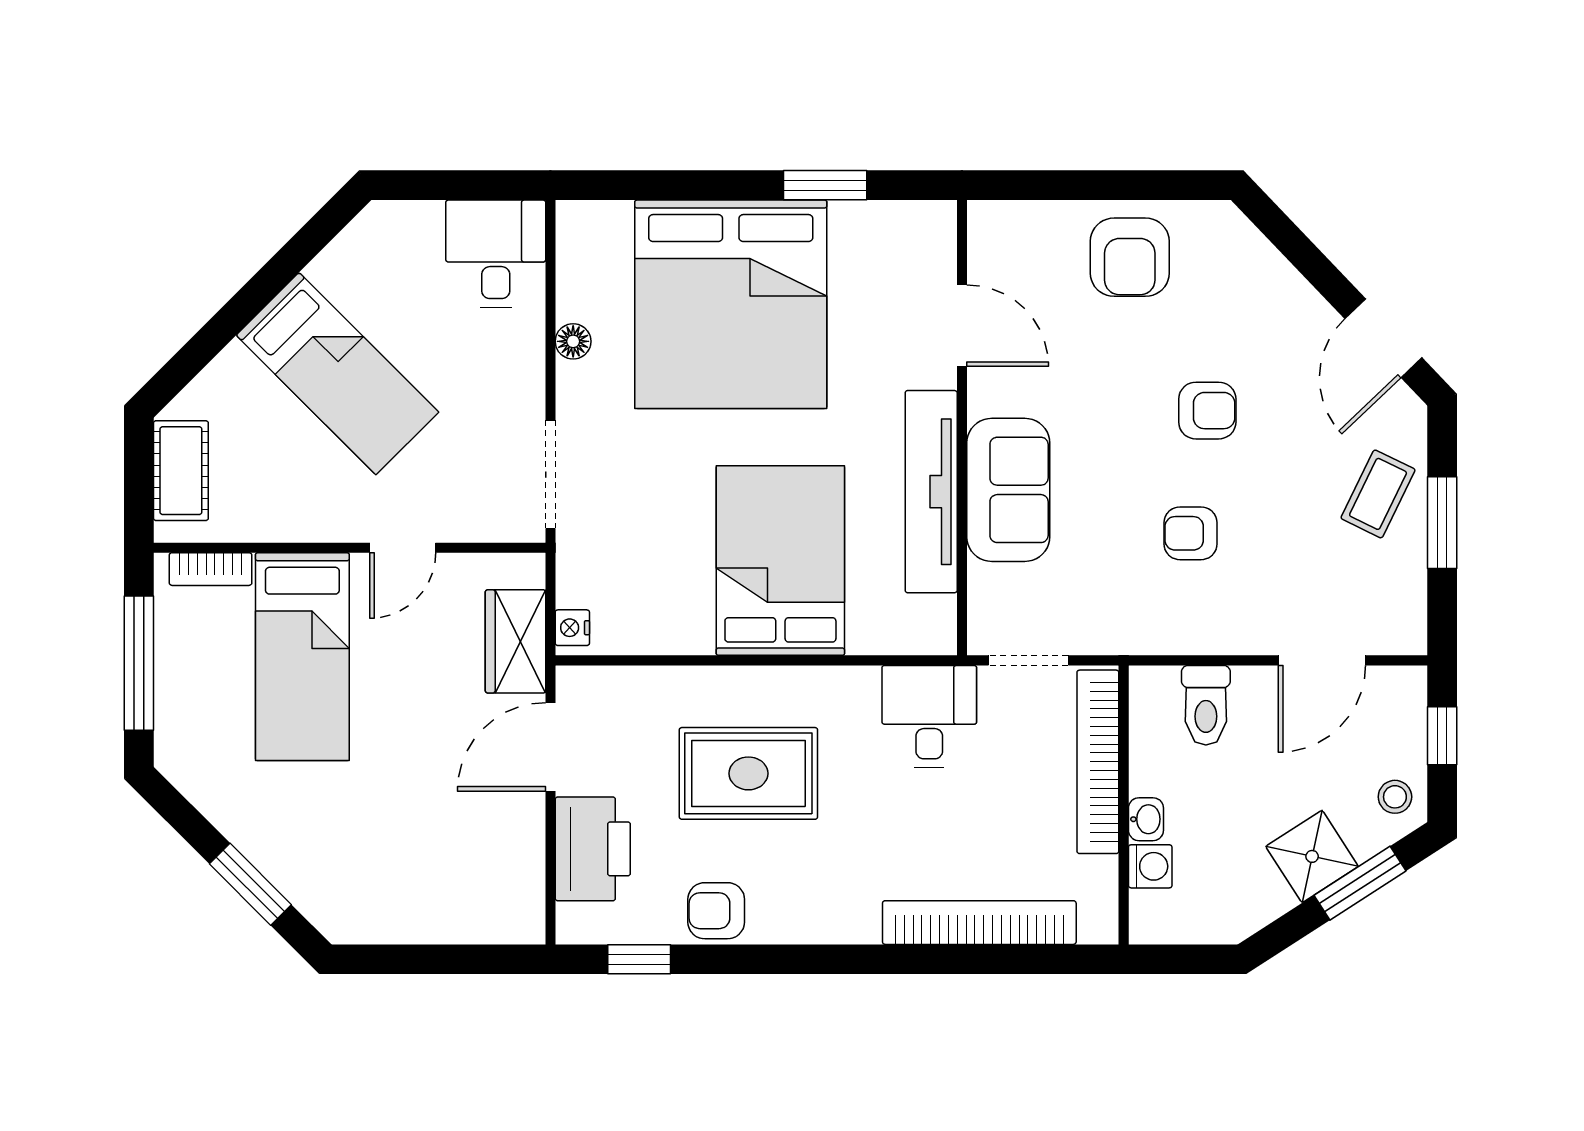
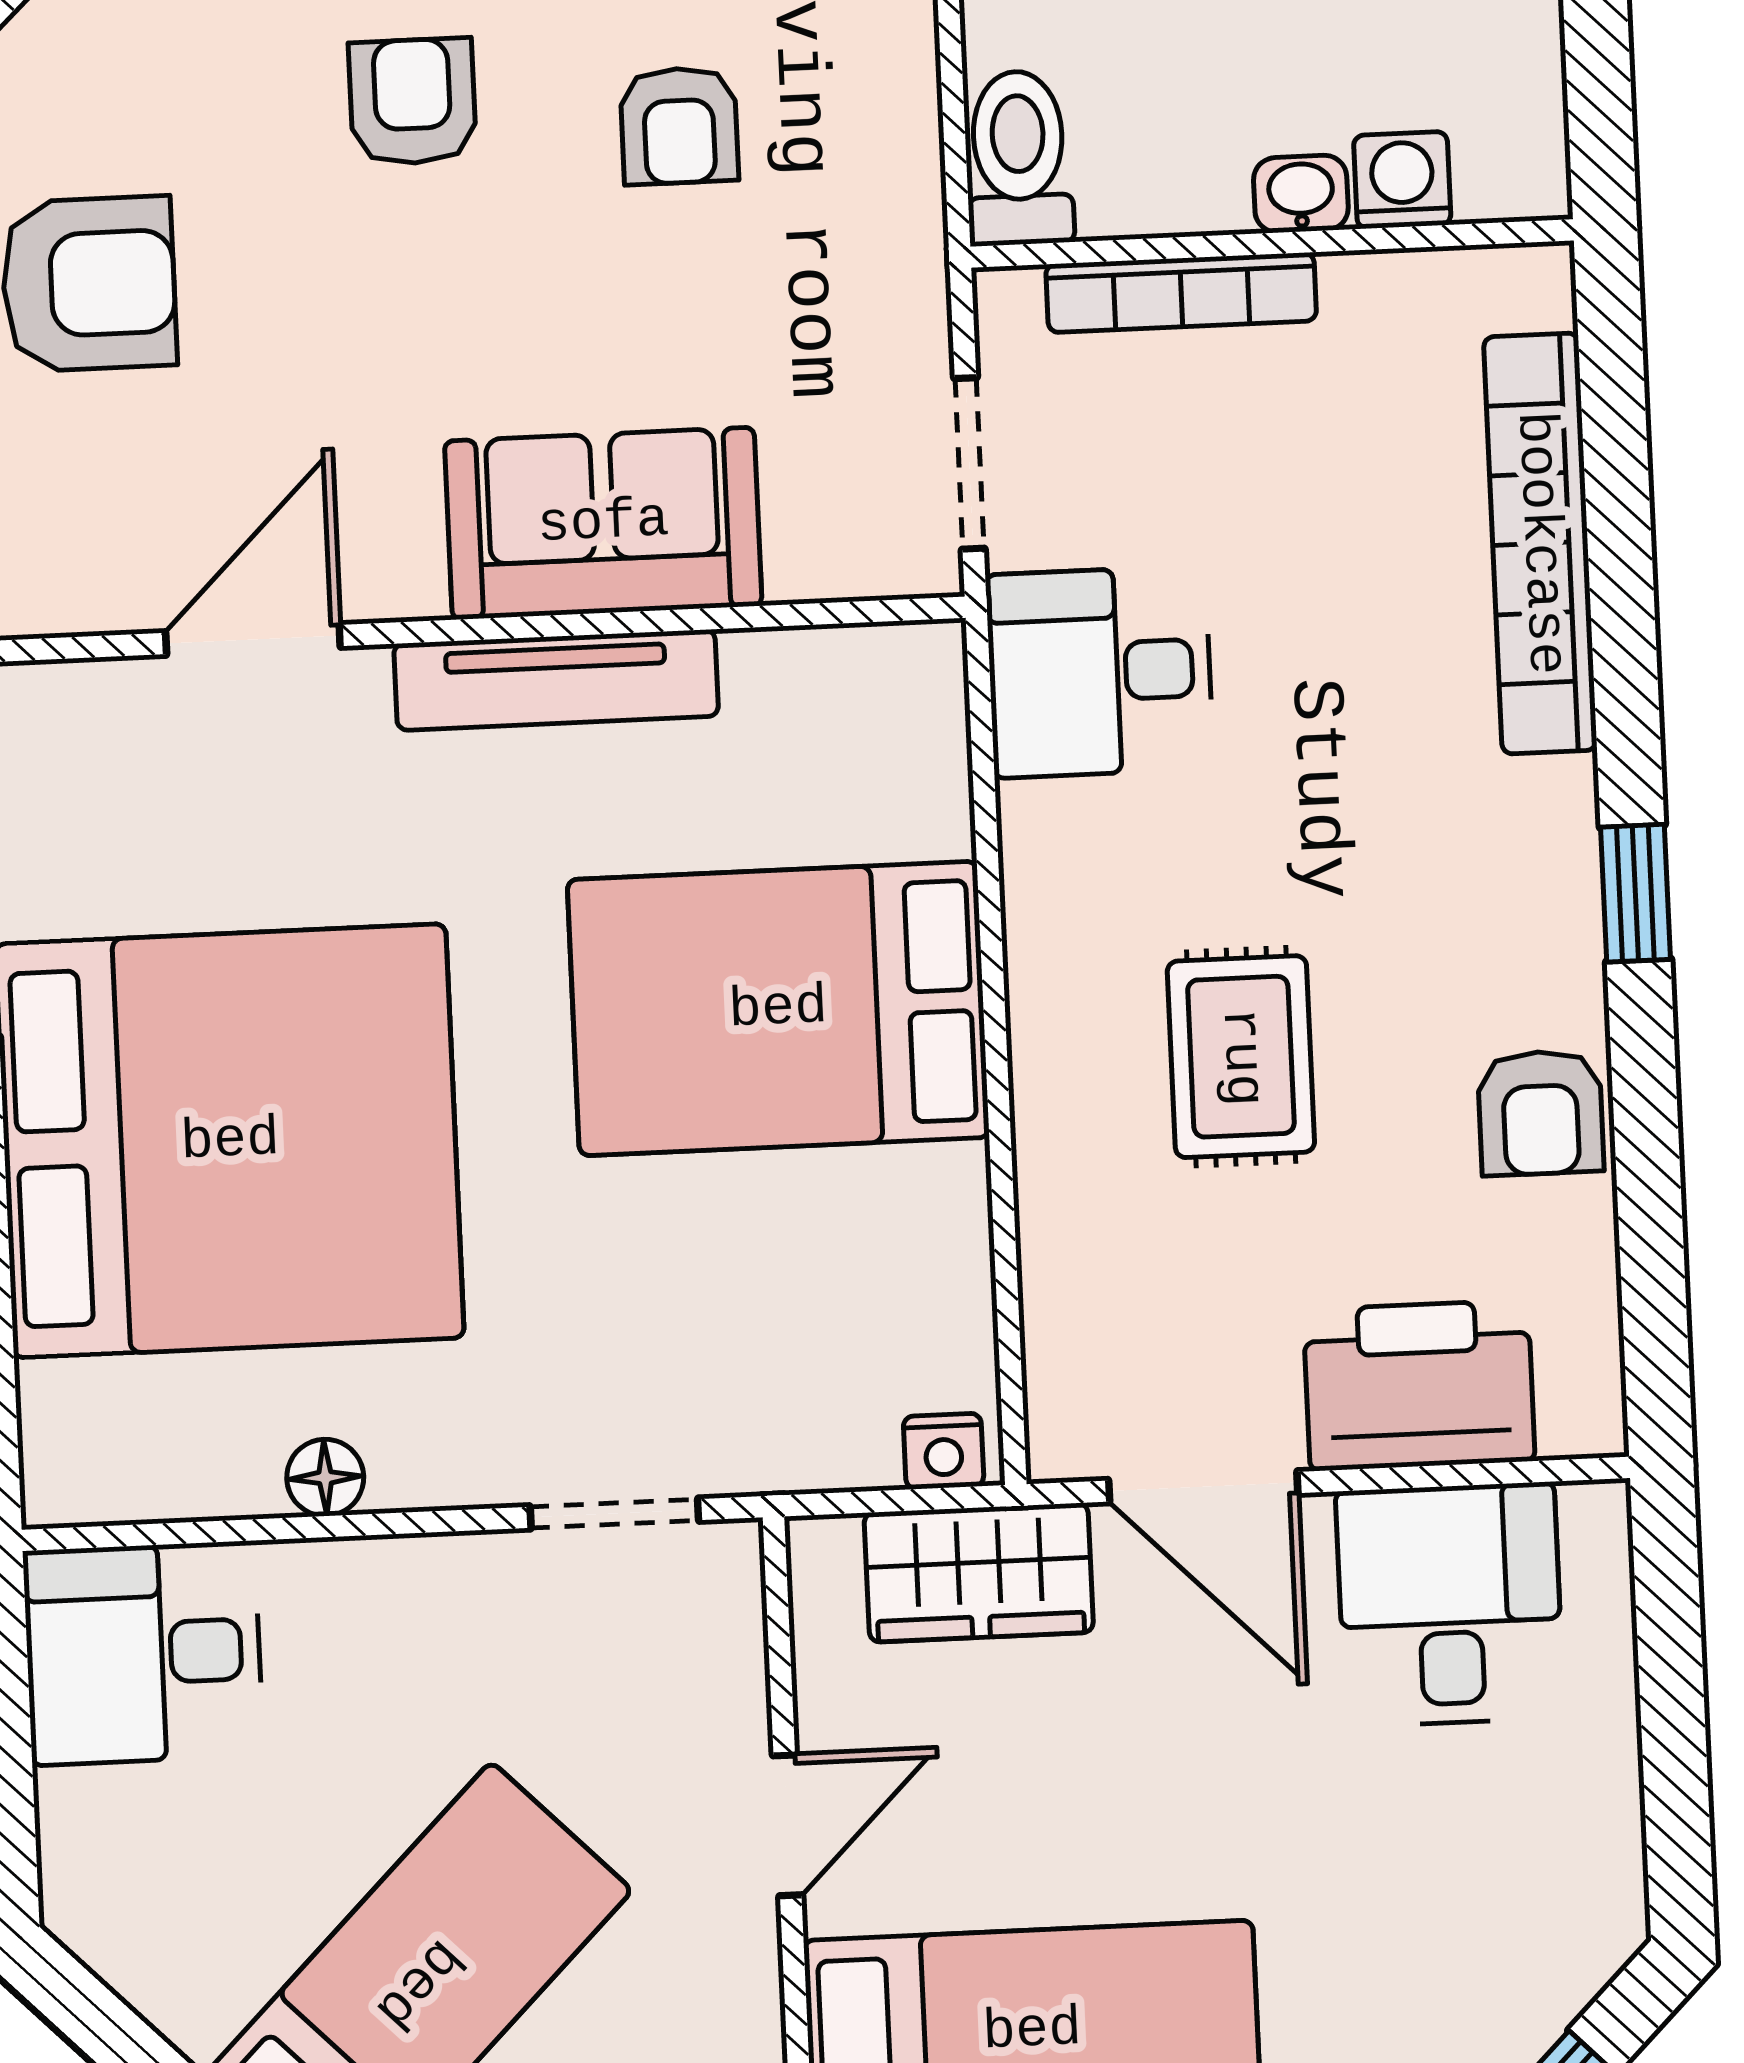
doorway: (550, 474) -> (614, 1513), width x0.73
tv unit: (931, 492) -> (556, 680), width x0.73, depth x0.78
door: (403, 548) -> (787, 1825), hinge flipped
toilet: (1206, 705) -> (1019, 158), moved, turned -90
bookcase: (1098, 762) -> (1181, 293), width x0.68, depth x0.76
rug: (748, 773) -> (1241, 1057), width x0.73, depth x0.70
desk: (491, 858) -> (1450, 1604), added
window: (639, 959) -> (1635, 893), moved

